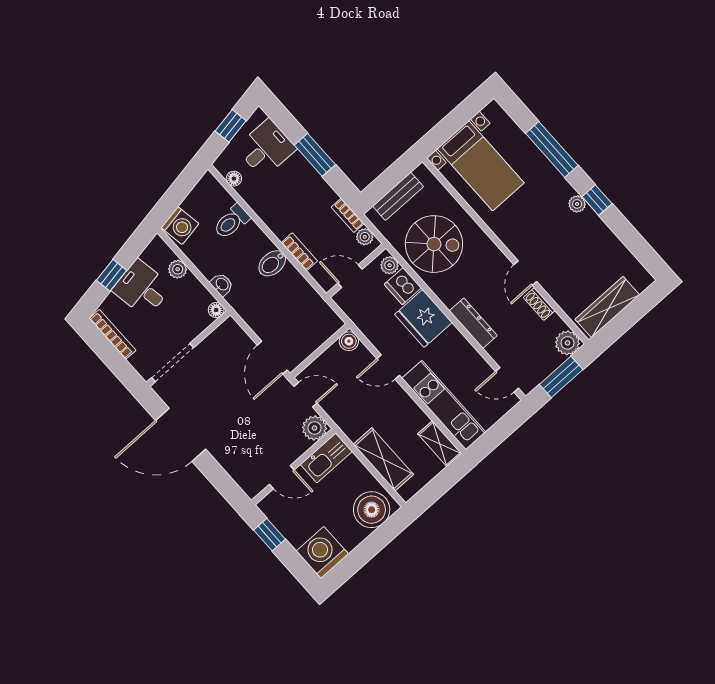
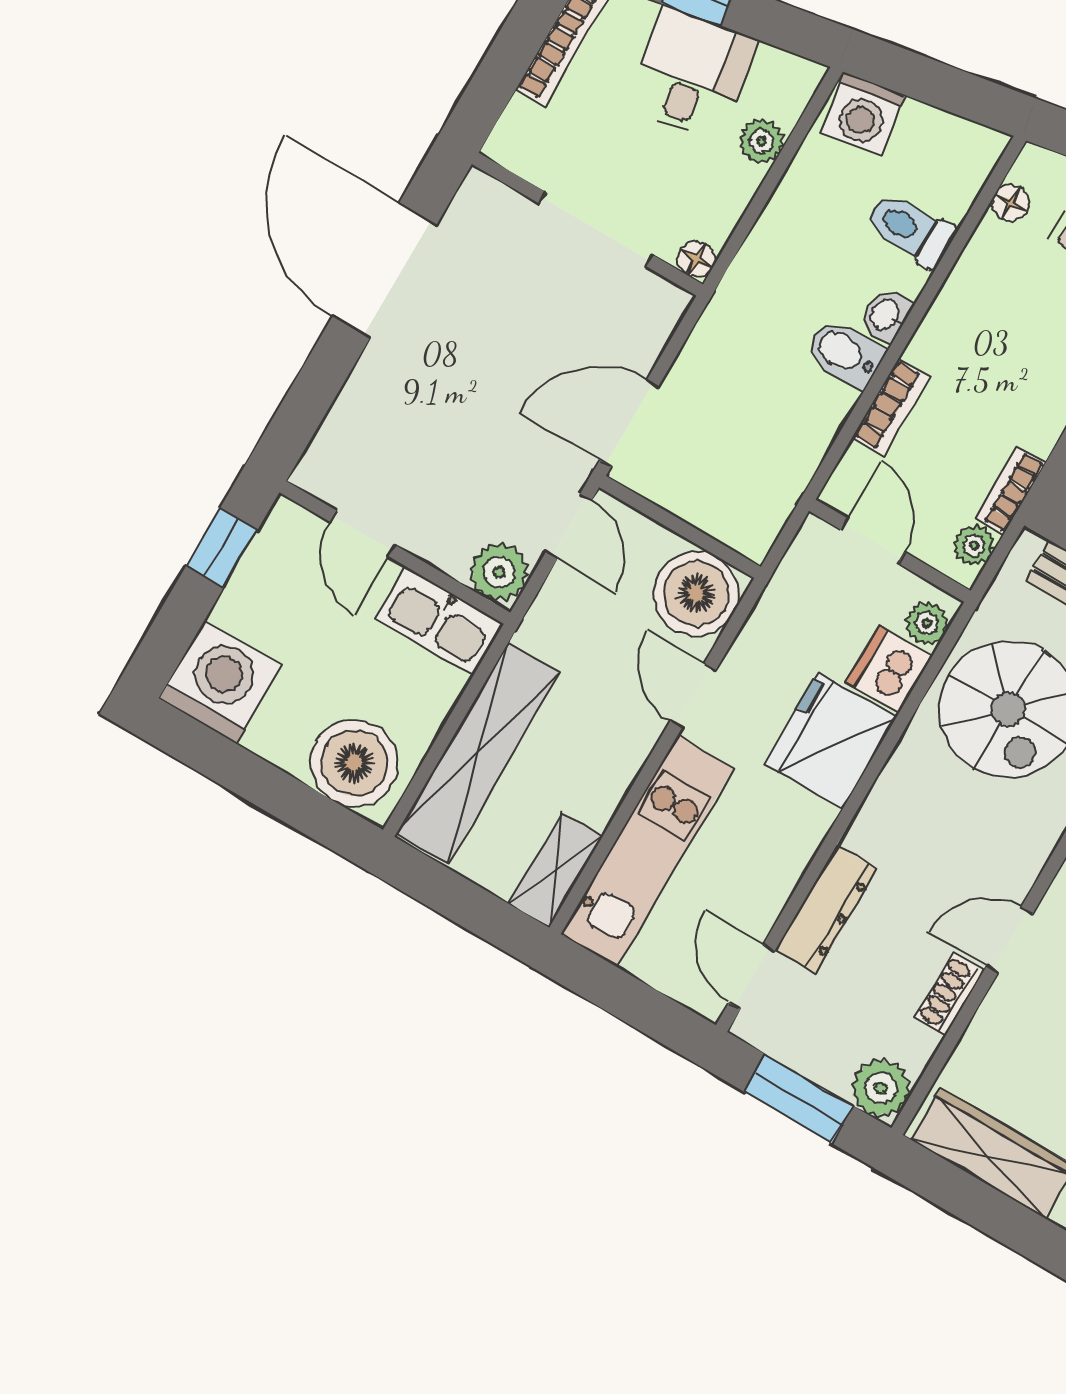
washbasin: (222, 284) -> (886, 315), moved, turned 180
dresser: (473, 323) -> (826, 910), moved
boiler: (349, 341) -> (696, 593), width x1.86, depth x1.86
doorway: (173, 363) -> (596, 229), moved
shelving: (383, 459) -> (478, 753), width x1.47

